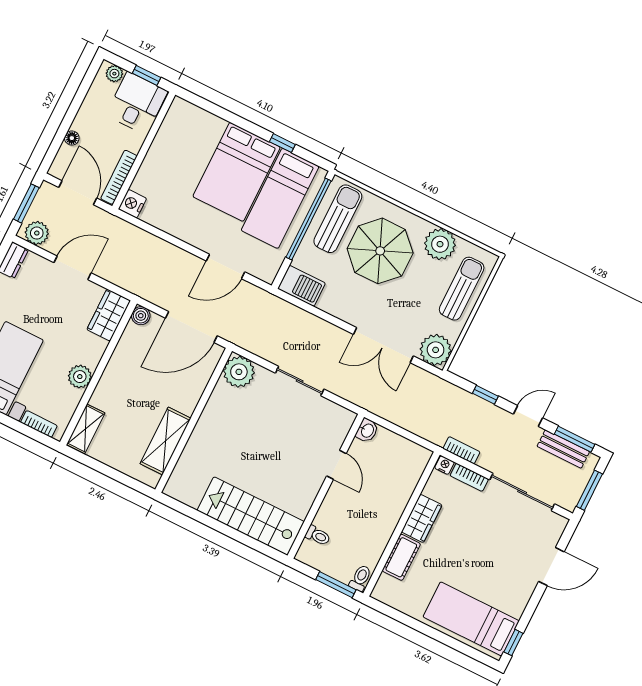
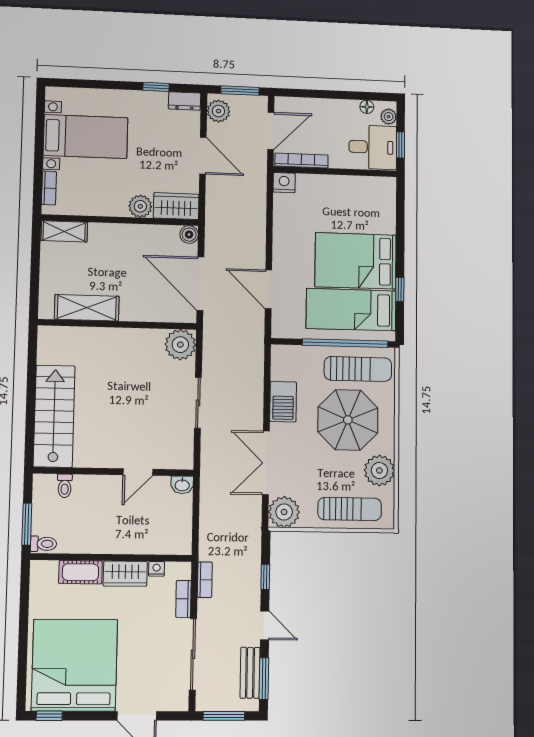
floor lamp: (72, 138) -> (367, 107), moved
barbecue: (302, 286) -> (283, 402), moved
plant: (80, 377) -> (140, 206), moved
nightstand: (444, 465) -> (156, 569), moved, turned -90
bed: (471, 619) -> (74, 665), width x2.04

